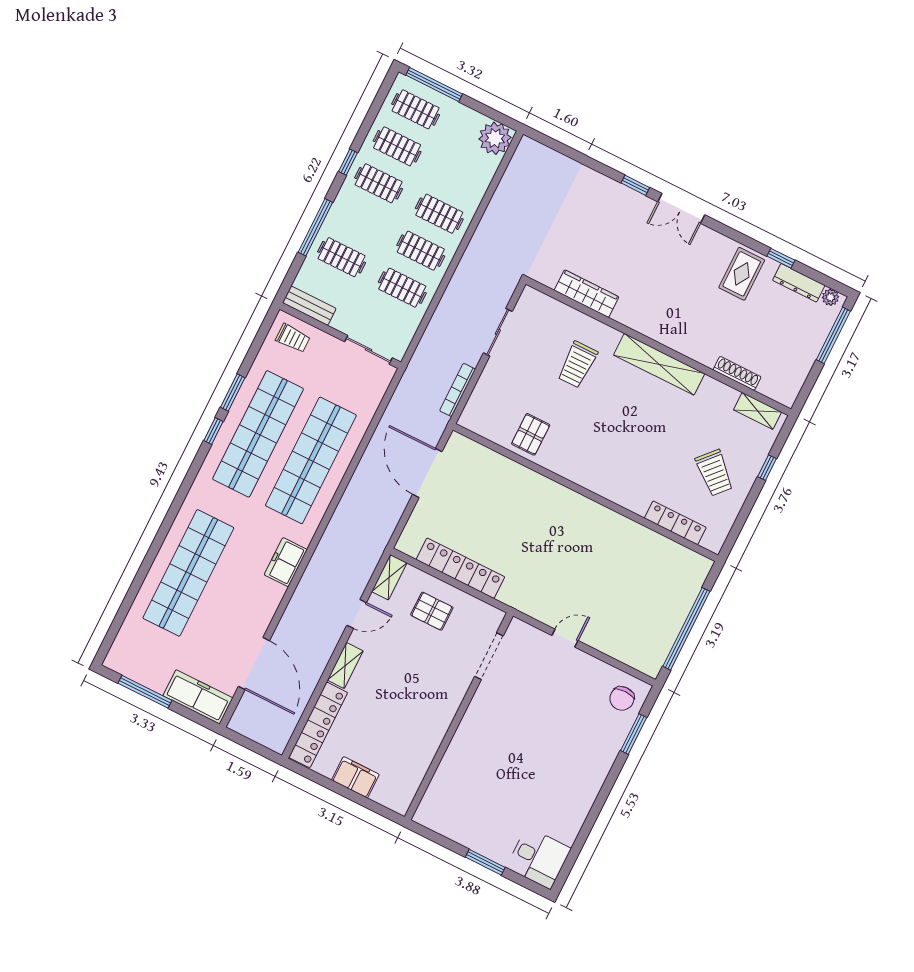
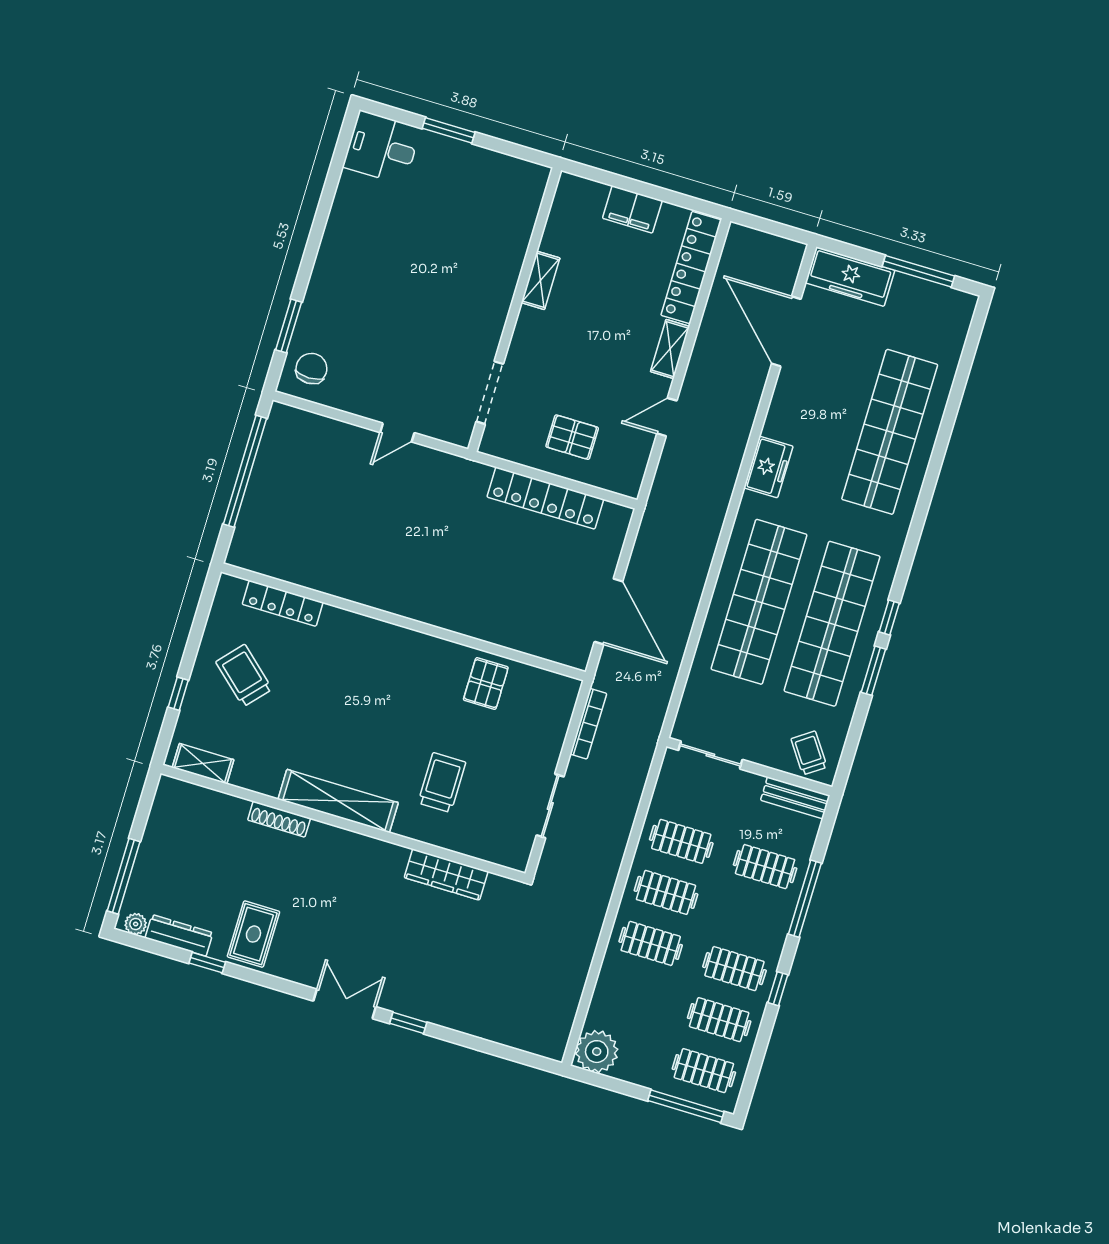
trolley: (293, 338) -> (809, 753), turned 55
shoe rack: (737, 373) -> (279, 819), moved
shelving: (389, 577) -> (541, 280), moved

